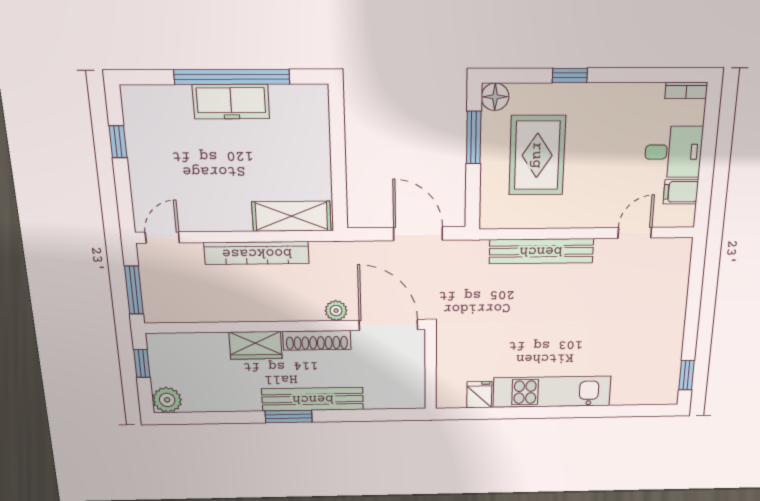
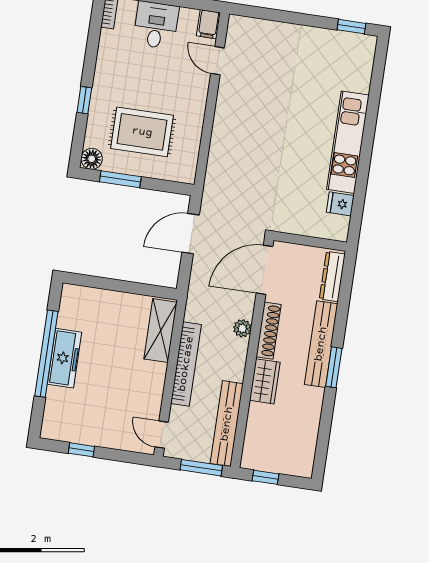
filing cabinet: (681, 192) -> (208, 24), moved
bench: (541, 251) -> (227, 424), moved
plant: (336, 311) -> (242, 328), moved
dresser: (394, 399) -> (332, 277), added
plant: (167, 400) -> (302, 465), removed

